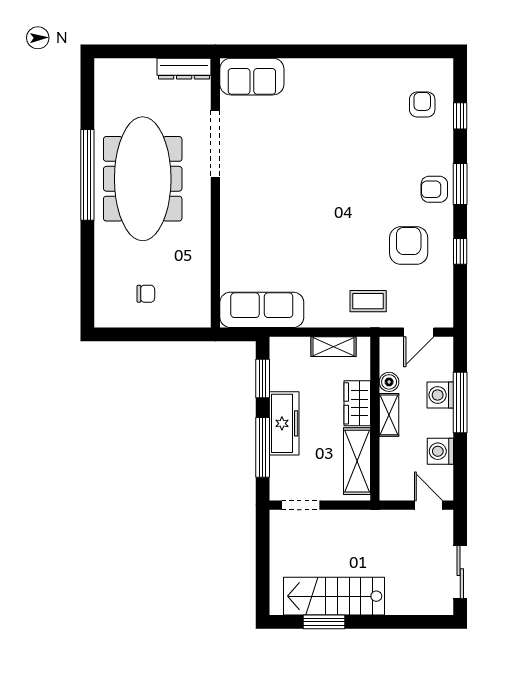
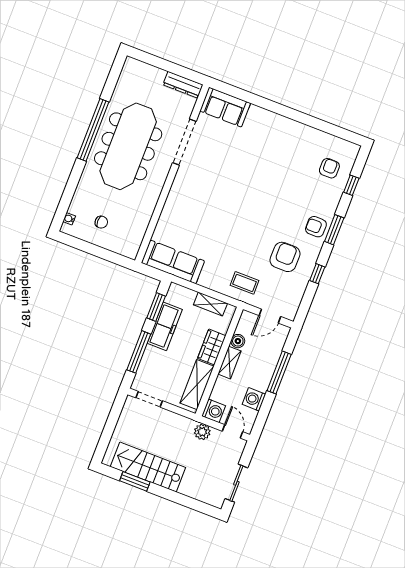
water cooler: (101, 306) -> (69, 219), added
washing machine: (440, 395) -> (214, 411), moved, turned 180
freezer: (284, 423) -> (165, 326), moved
plant: (388, 521) -> (202, 432), added

